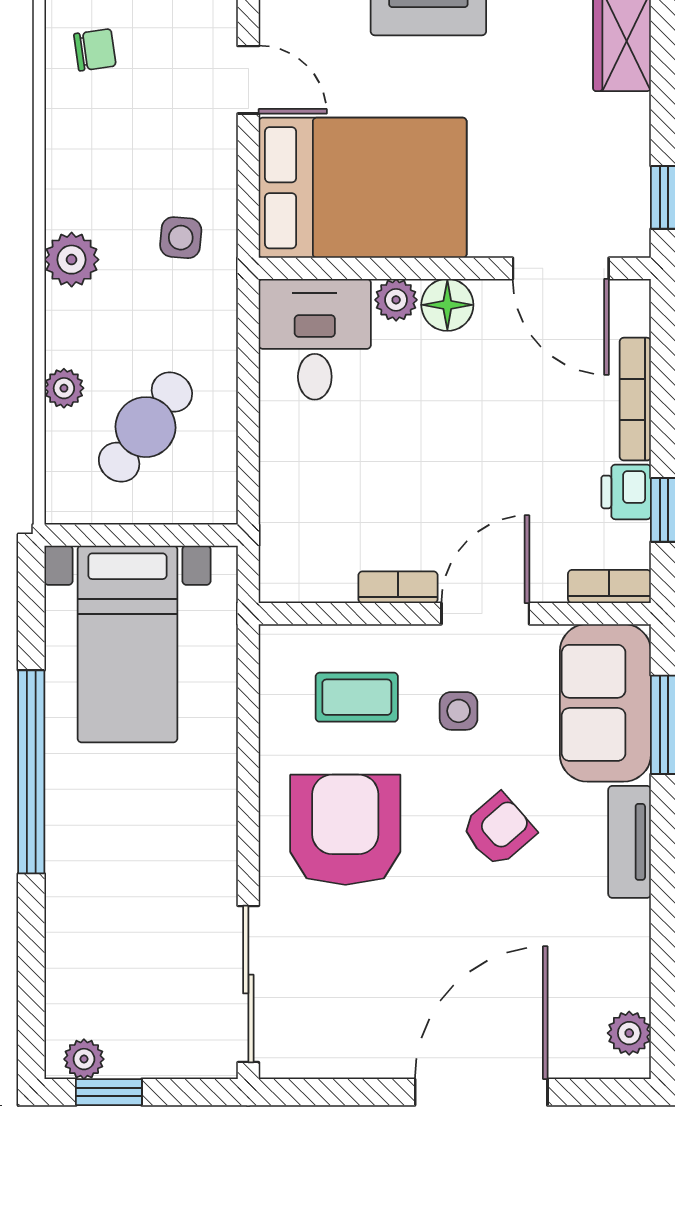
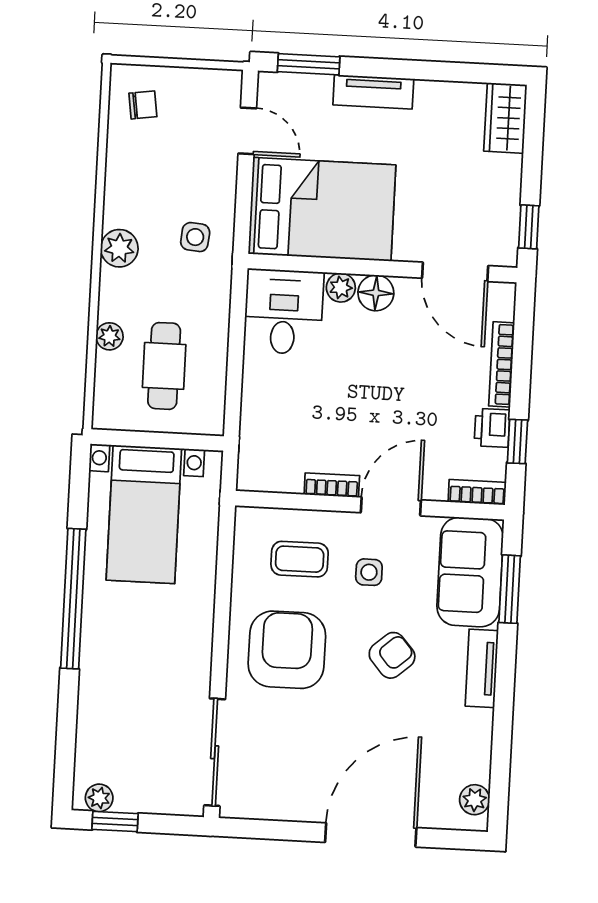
cafe table: (145, 427) -> (164, 366), turned -37

